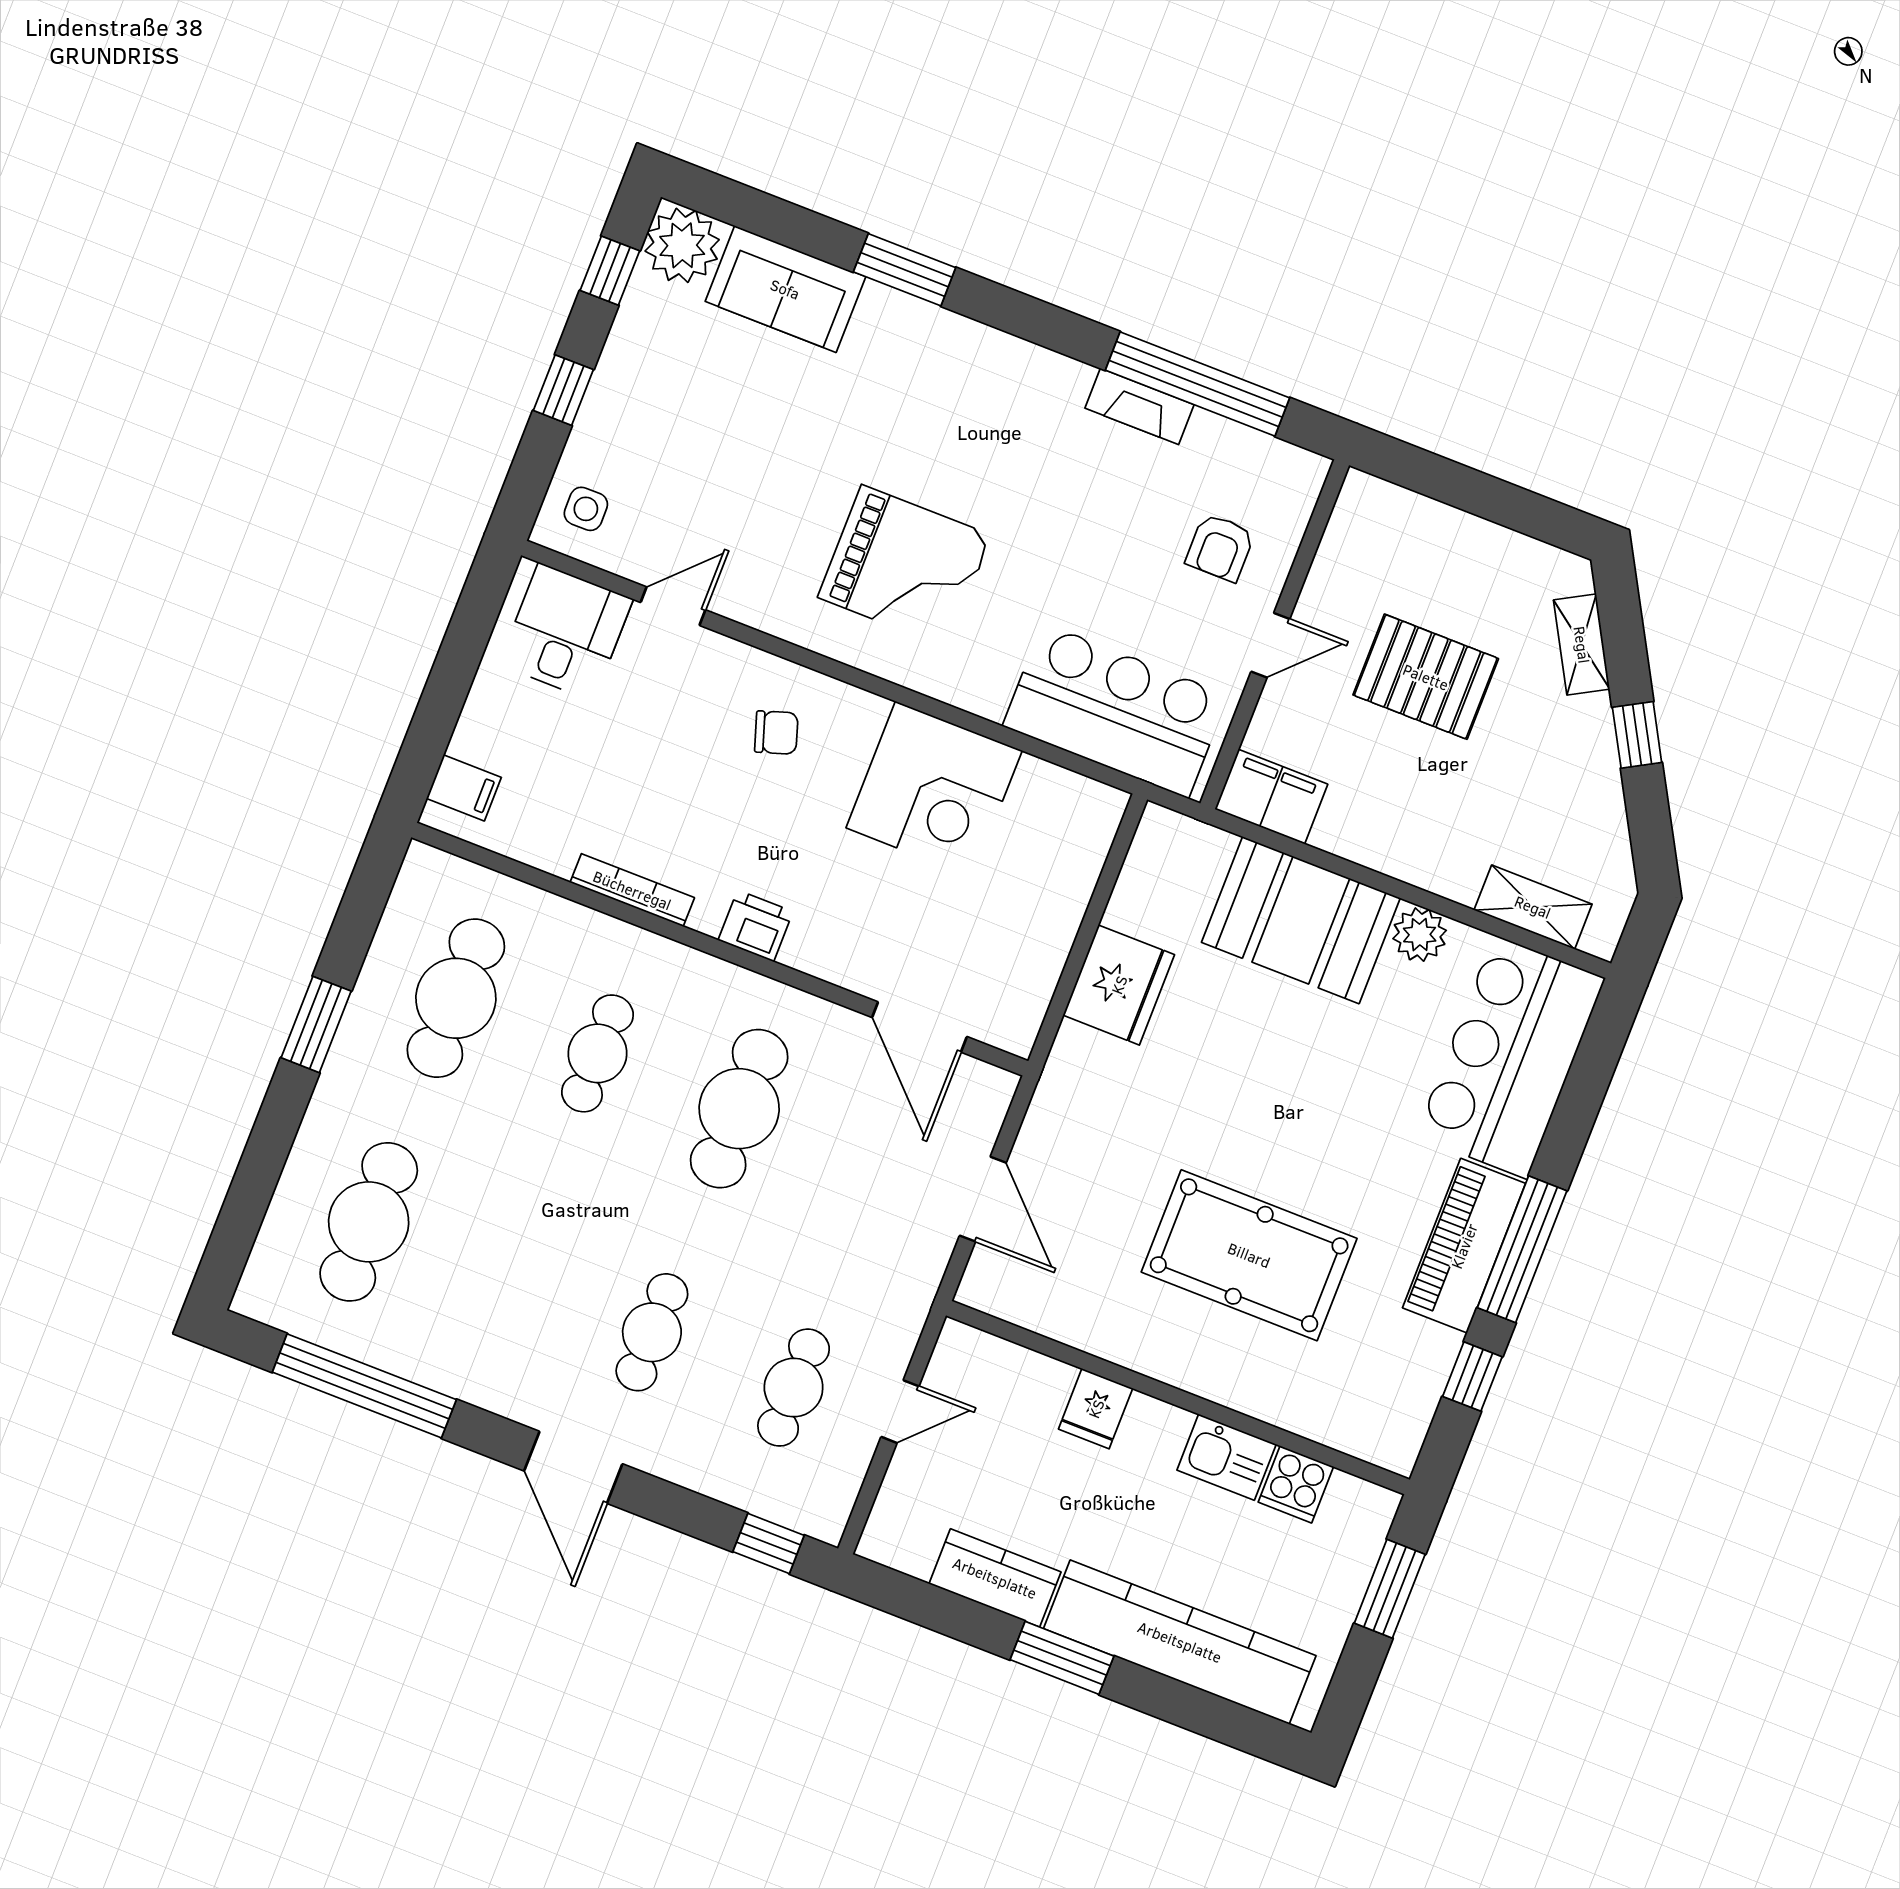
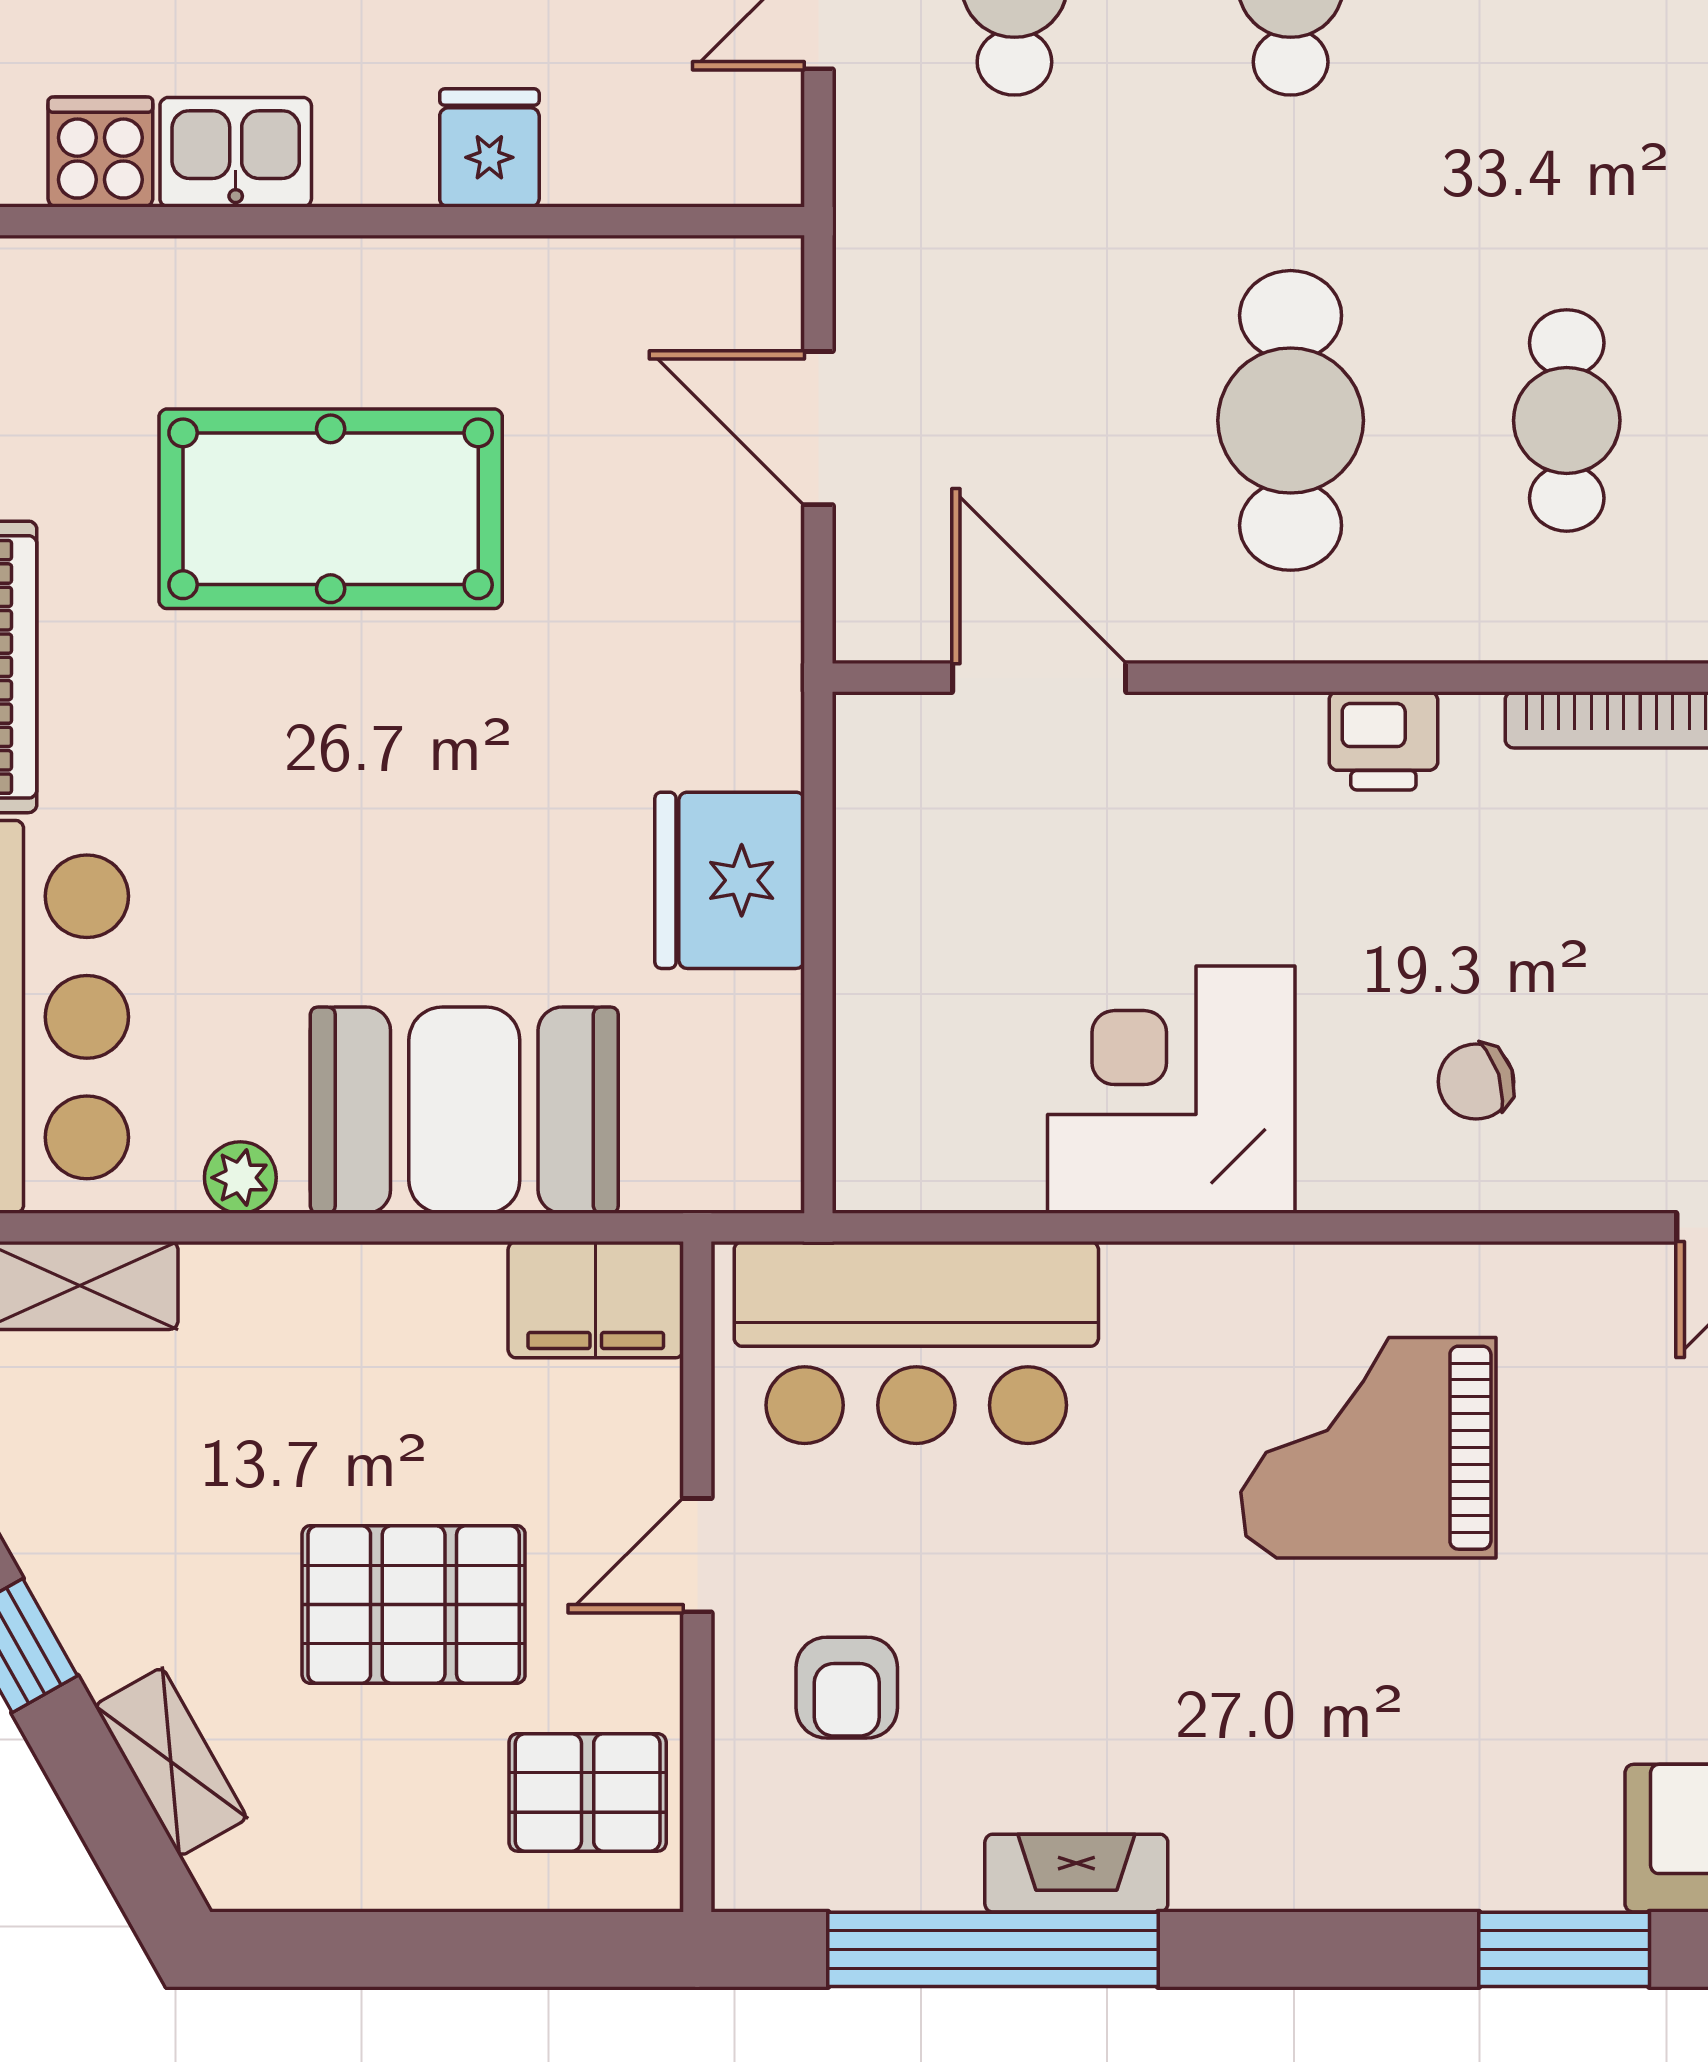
pallet: (1374, 546) -> (588, 1792), added
armchair: (1220, 547) -> (847, 1688), turned 180
plant: (1420, 935) -> (240, 1178), width x0.73, depth x0.73

